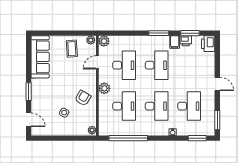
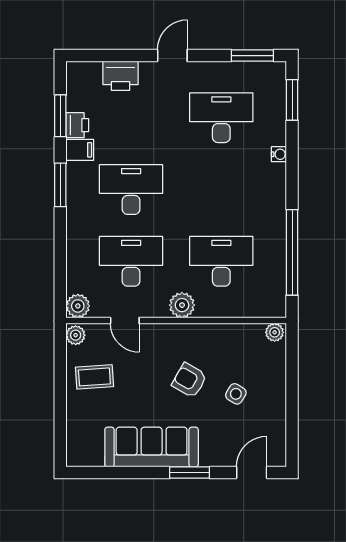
printer: (208, 44) -> (120, 76), moved
sofa: (40, 57) -> (152, 447), moved
armchair: (83, 98) -> (189, 380), moved
desk: (157, 106) -> (221, 189), removed

